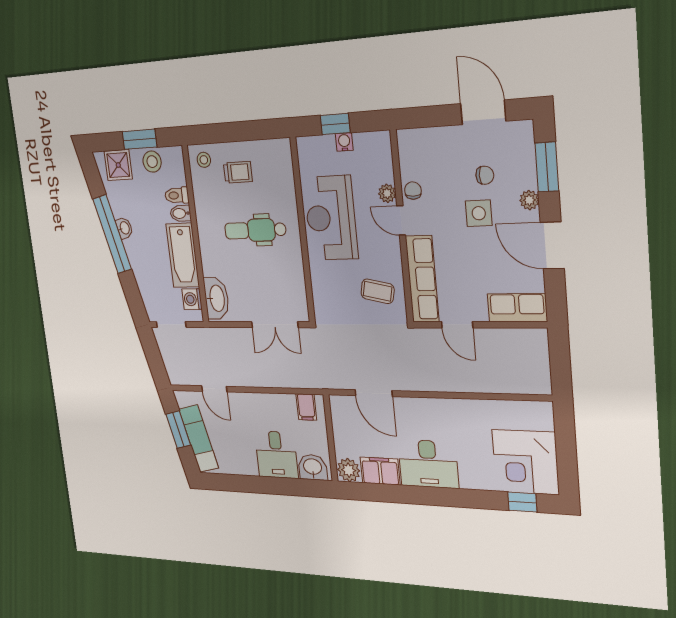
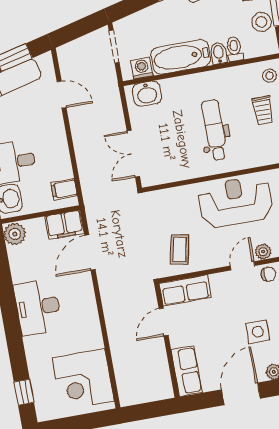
row of seats: (422, 279) -> (185, 290), width x0.68
washbasin: (217, 298) -> (147, 94), width x0.72
door: (214, 389) -> (62, 95), swing flipped
corner desk: (526, 462) -> (83, 380), moved, turned -90
filing cabinet: (380, 471) -> (64, 225), moved, turned 90

